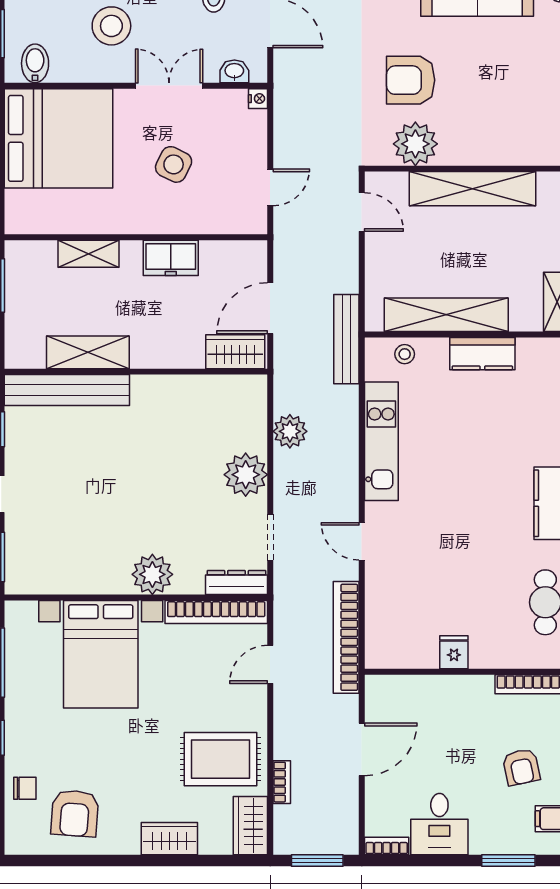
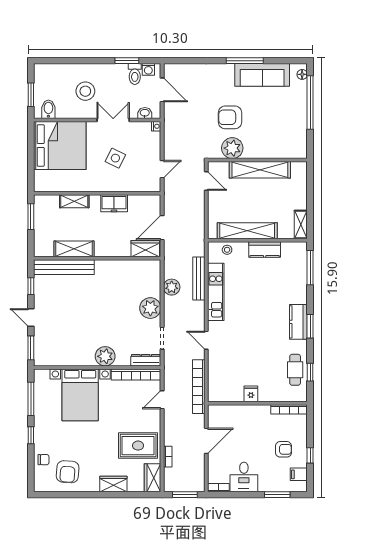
bench: (346, 339) -> (199, 279), moved
armchair: (521, 767) -> (283, 449), turned -78

